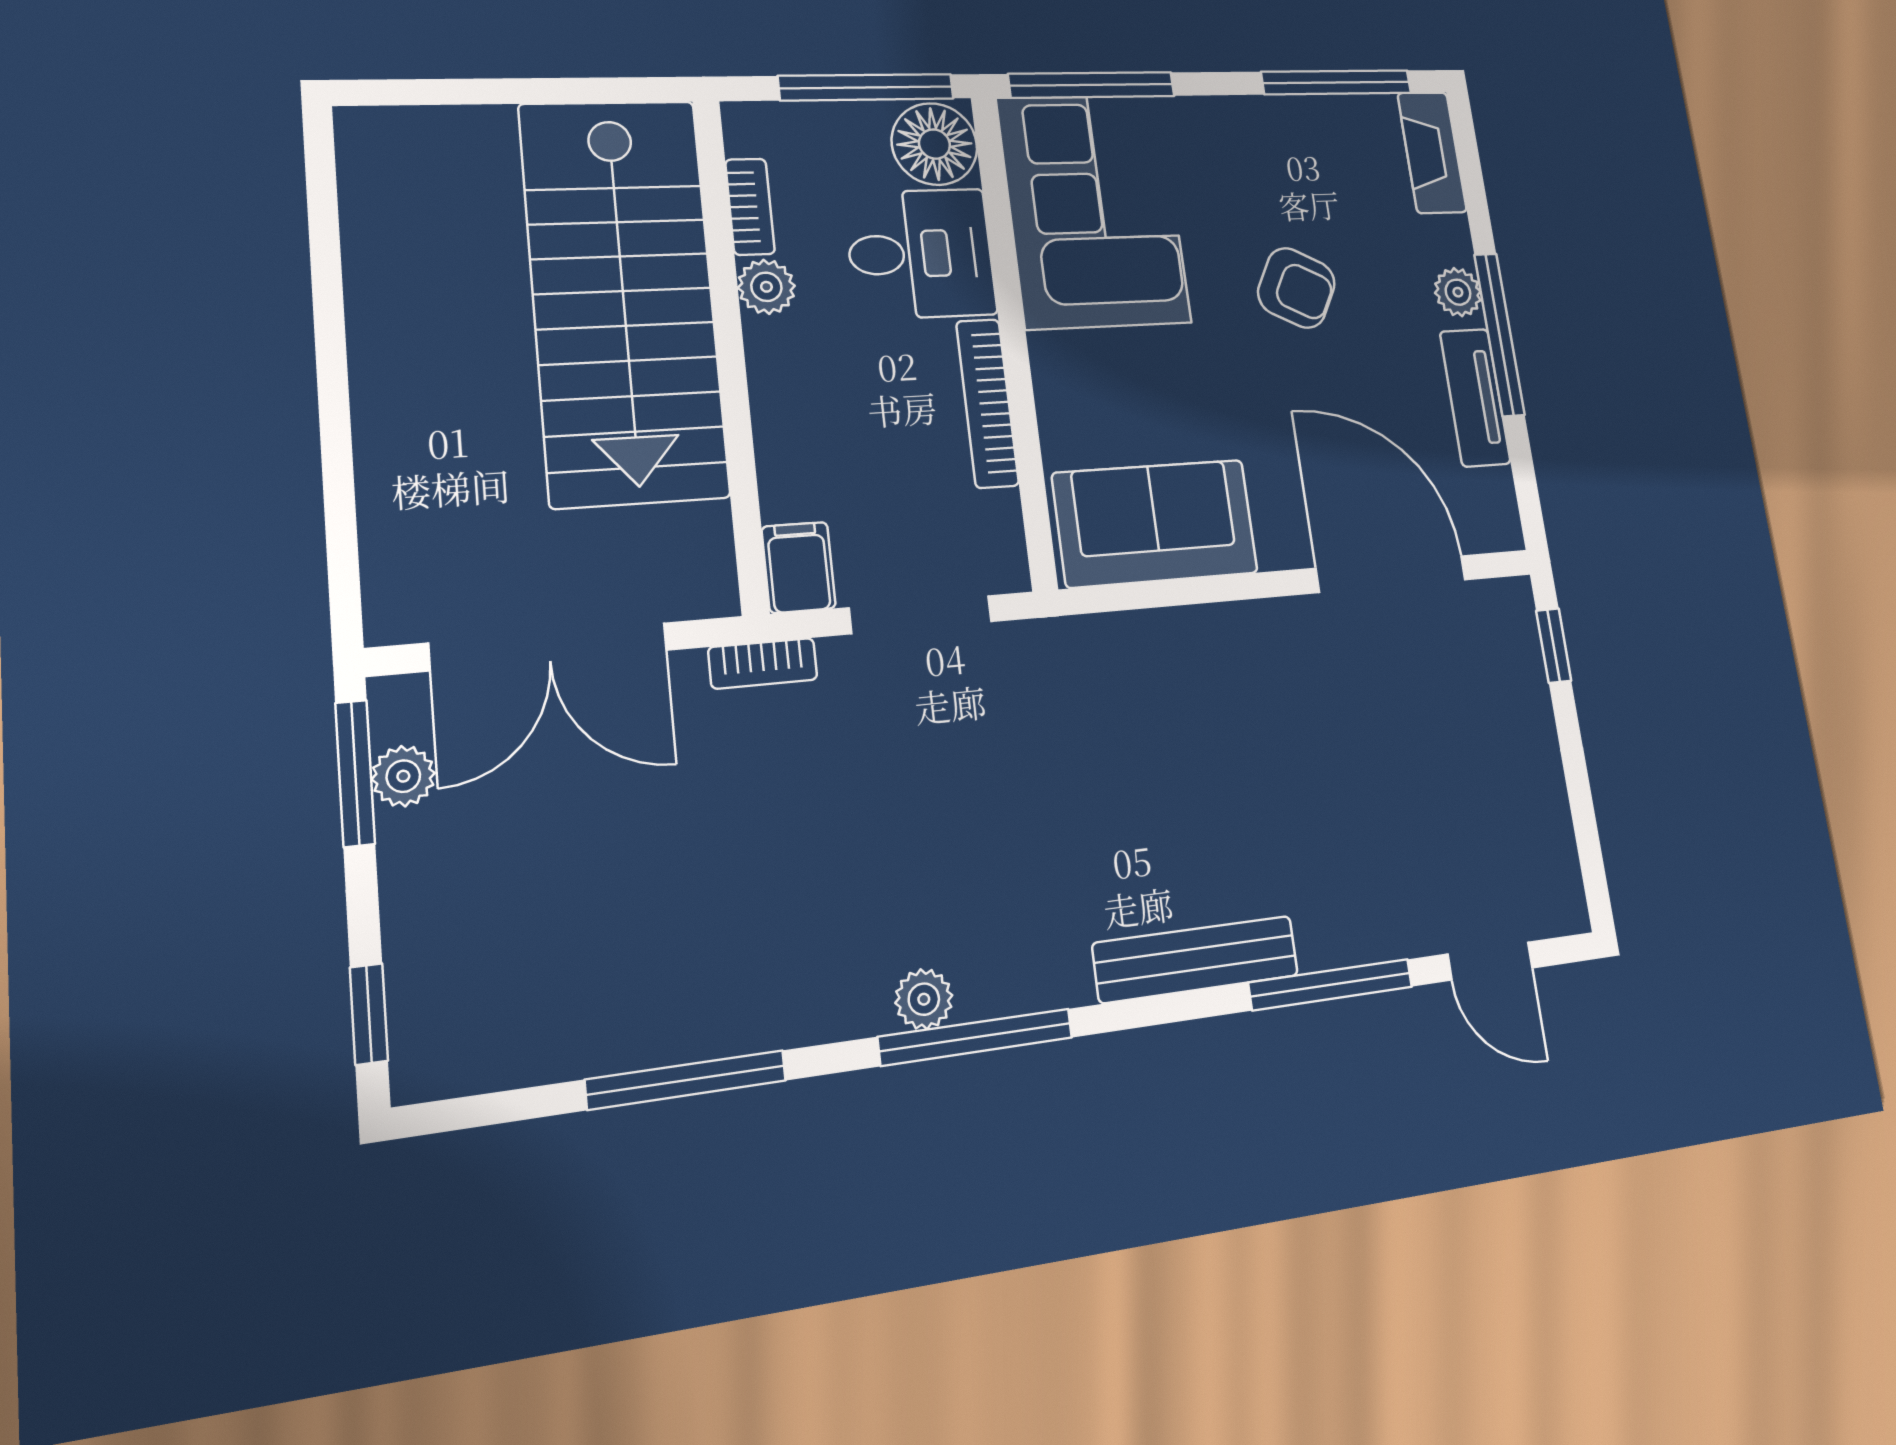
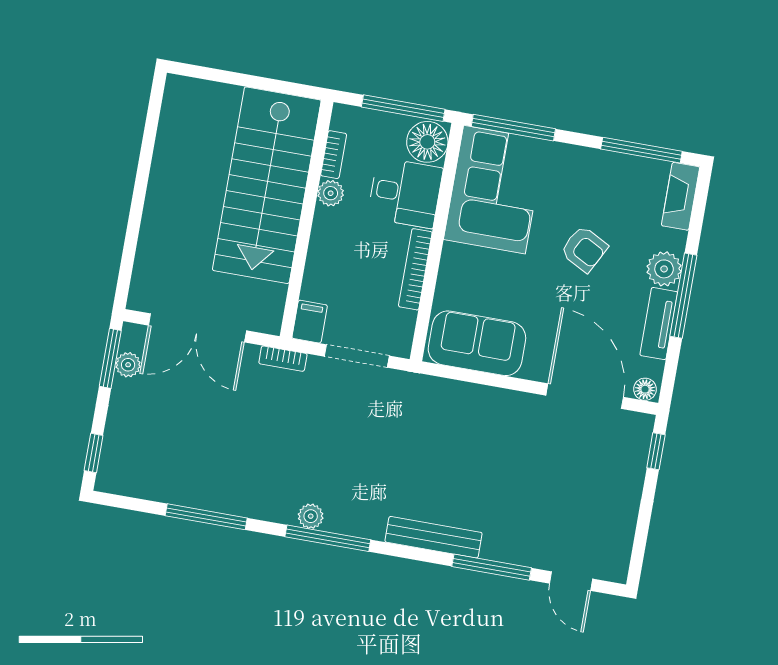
plant: (1458, 292) -> (664, 269), width x1.38, depth x1.38
floor lamp: (1494, 530) -> (645, 389), added

